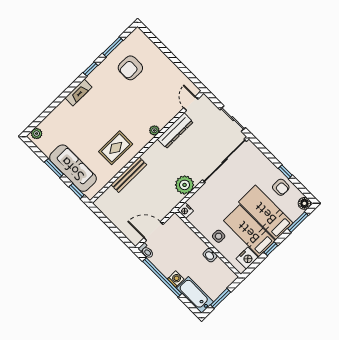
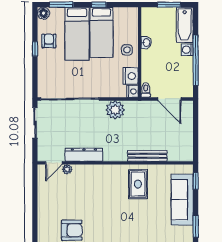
plant: (154, 130) -> (67, 169), moved
rug: (116, 148) -> (138, 184), turned 90
window: (54, 168) -> (196, 226), moved
toilet: (146, 251) -> (146, 90), moved
nightstand: (247, 258) -> (131, 76), moved, turned 90

